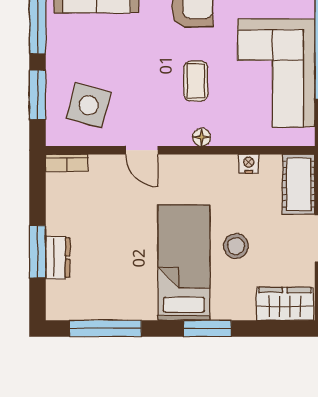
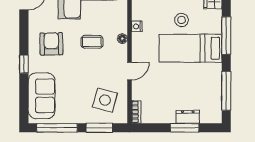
nightstand: (249, 164) -> (137, 26), moved
window: (207, 328) -> (226, 36), width x1.44

